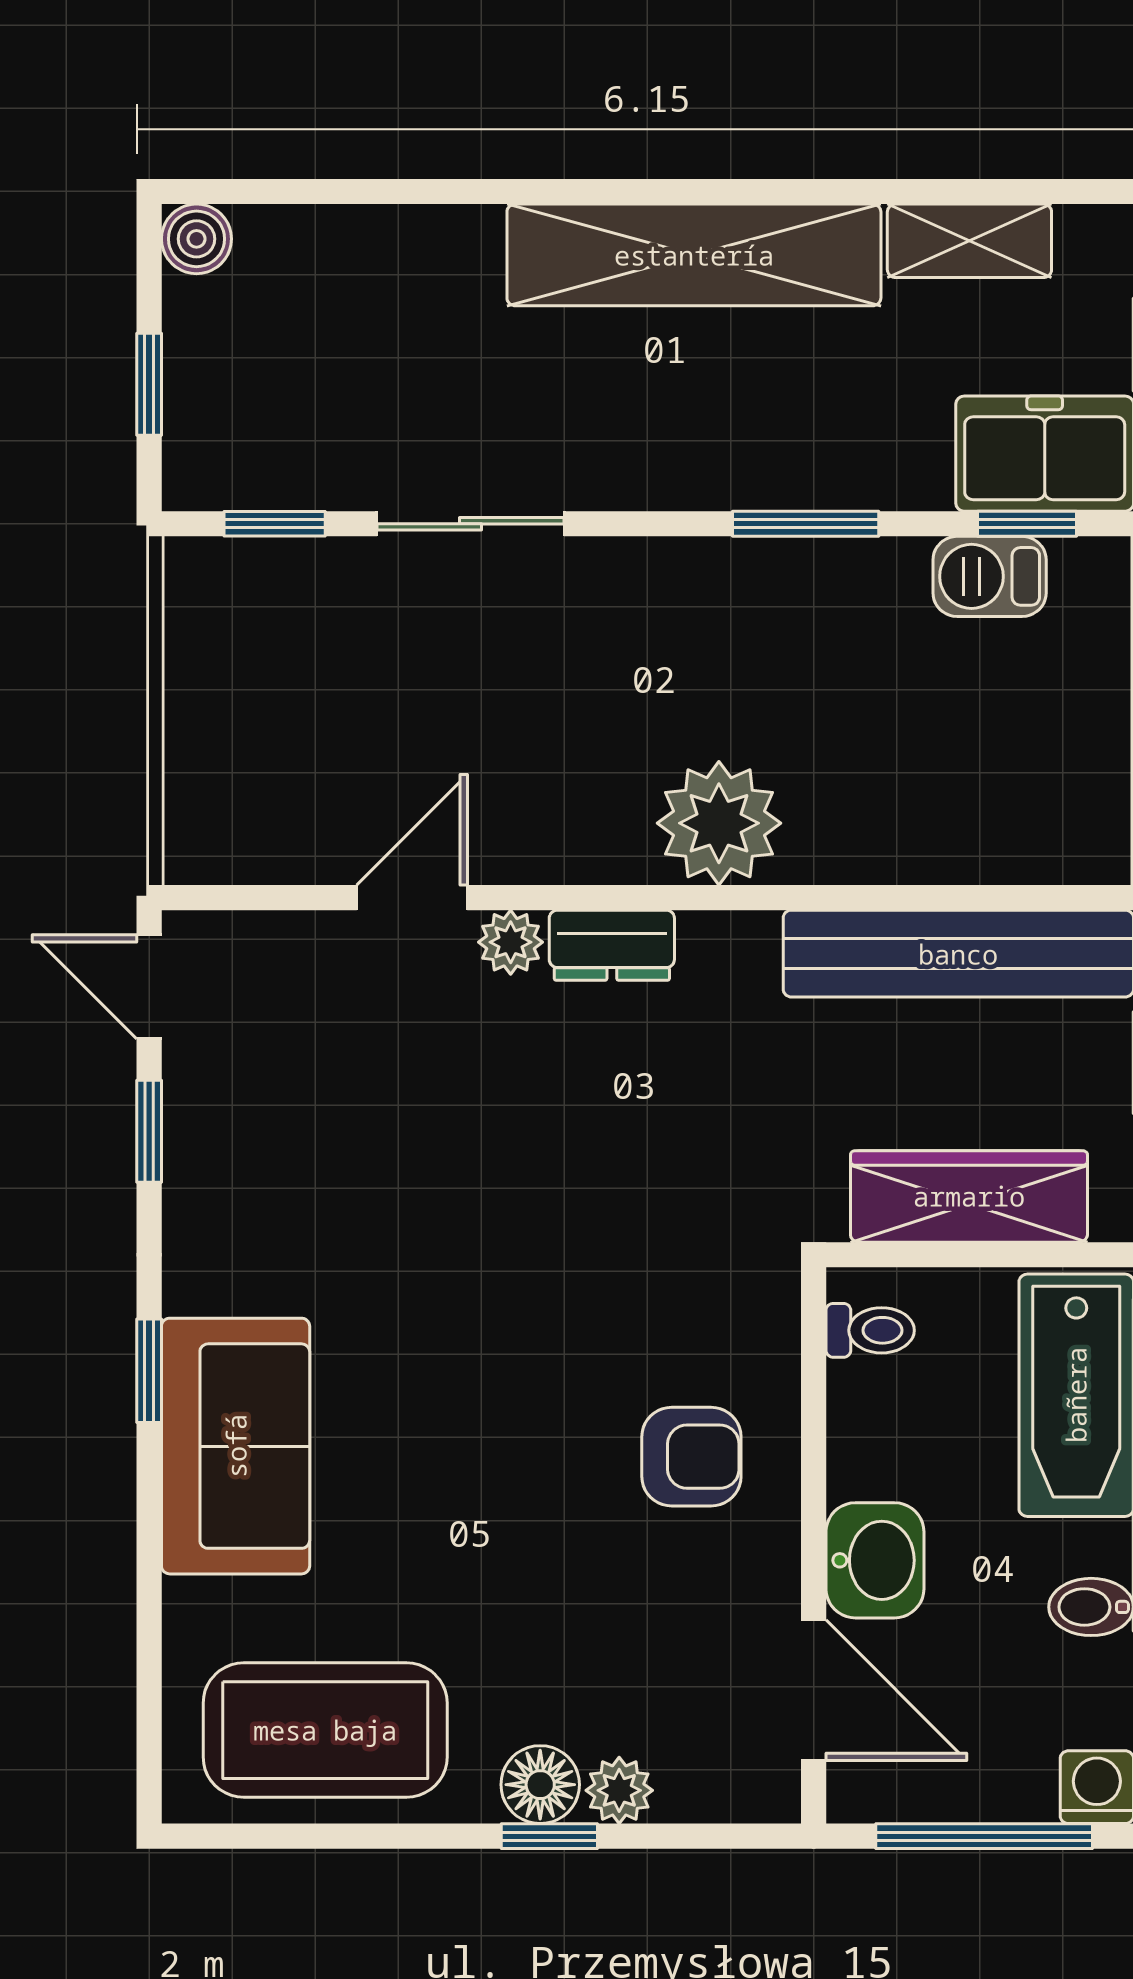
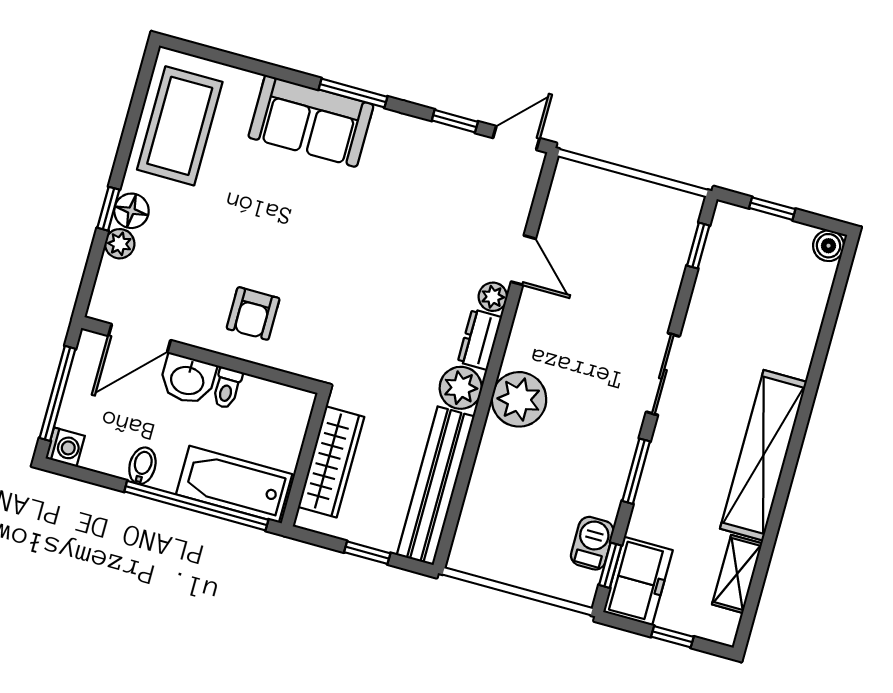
sliding door: (471, 524) -> (663, 374), moved
plant: (729, 958) -> (461, 388), added
toilet: (870, 1330) -> (227, 388), moved
window: (149, 1371) -> (353, 93), width x1.50

